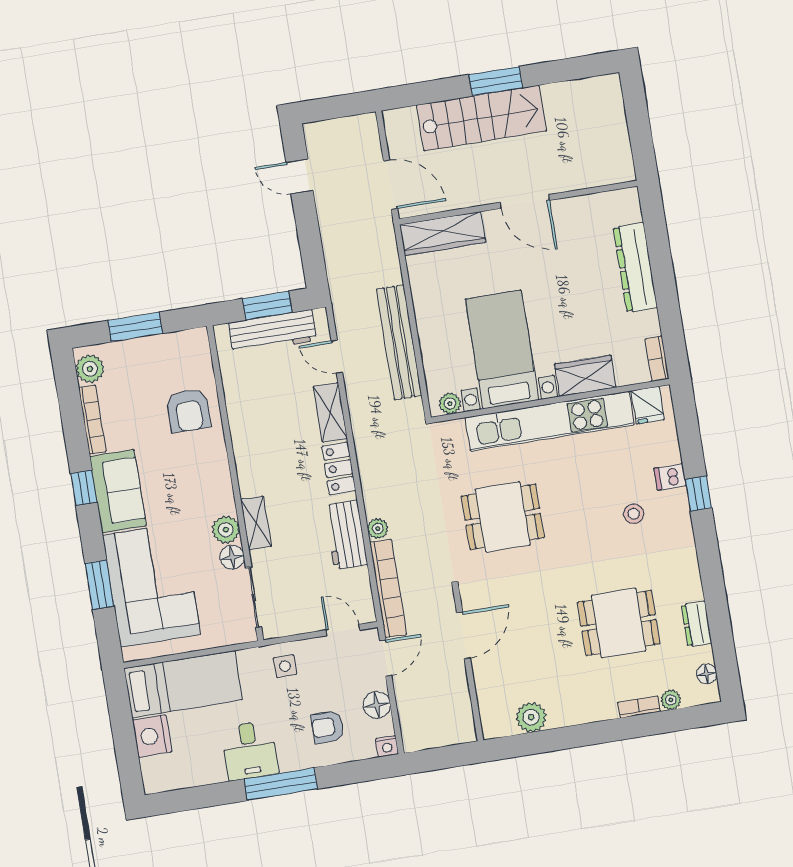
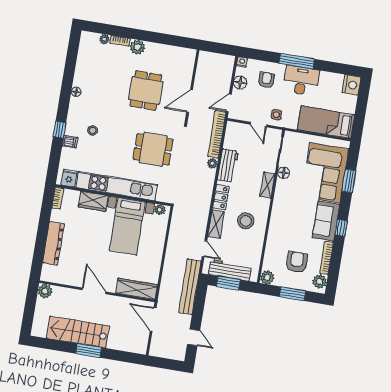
stairs: (481, 118) -> (78, 332), moved
plant: (620, 169) -> (45, 291), added
bench: (399, 342) -> (190, 287), moved
armchair: (189, 410) -> (297, 262), moved
stool: (275, 439) -> (246, 221), added
plant: (226, 530) -> (267, 277), moved
dining table: (619, 623) -> (146, 91), moved, turned 90
dresser: (696, 624) -> (81, 70), removed
door: (343, 630) -> (258, 125), moved
floor lamp: (707, 674) -> (76, 92), moved
plant: (531, 717) -> (137, 47), moved
armchair: (328, 727) -> (266, 80), turned -90
nightstand: (152, 736) -> (351, 85), moved
desk: (250, 750) -> (301, 81), width x1.37

